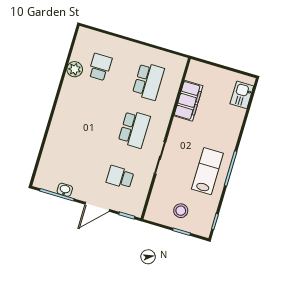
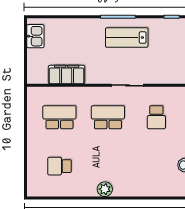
plant: (75, 69) -> (105, 189), moved
kitchen sink: (242, 95) -> (35, 36), moved, turned -90
stool: (181, 211) -> (171, 51), removed

